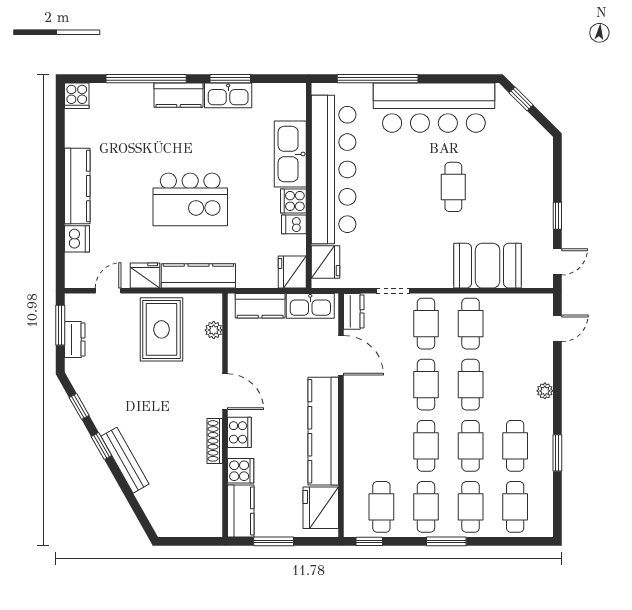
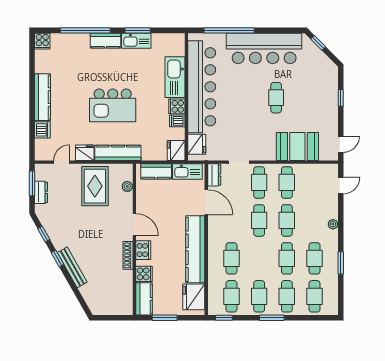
window: (557, 216) -> (341, 98), moved
cafe table: (426, 446) -> (231, 258), moved

